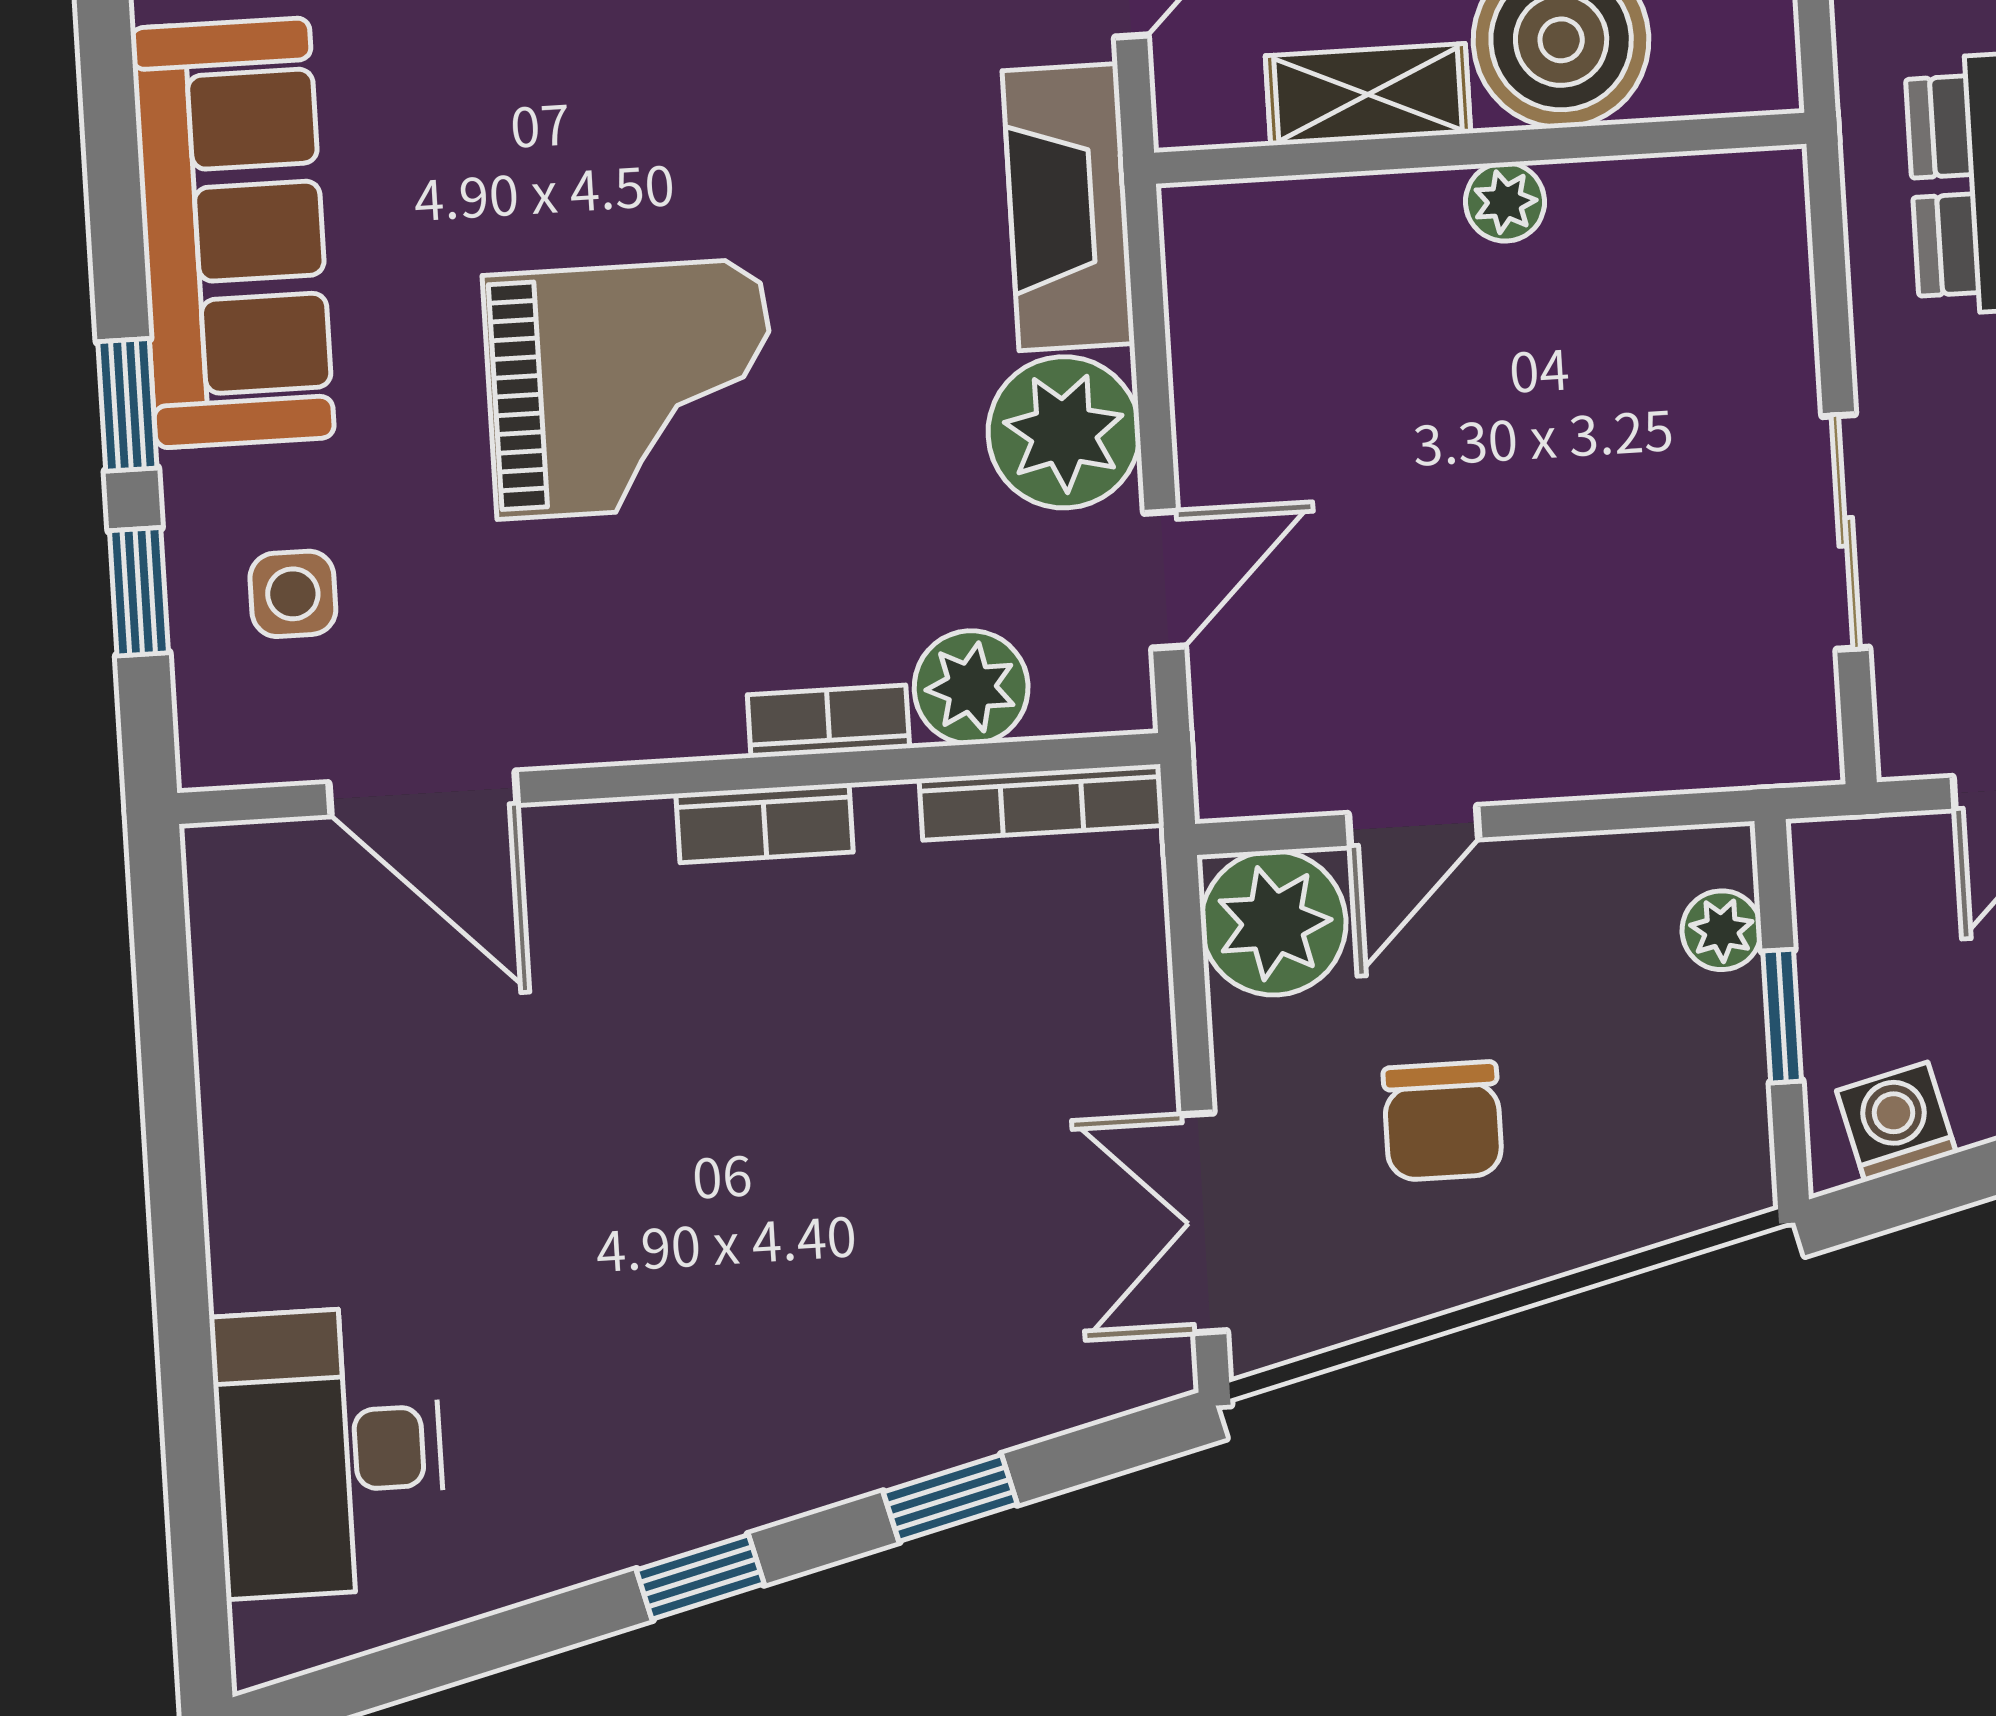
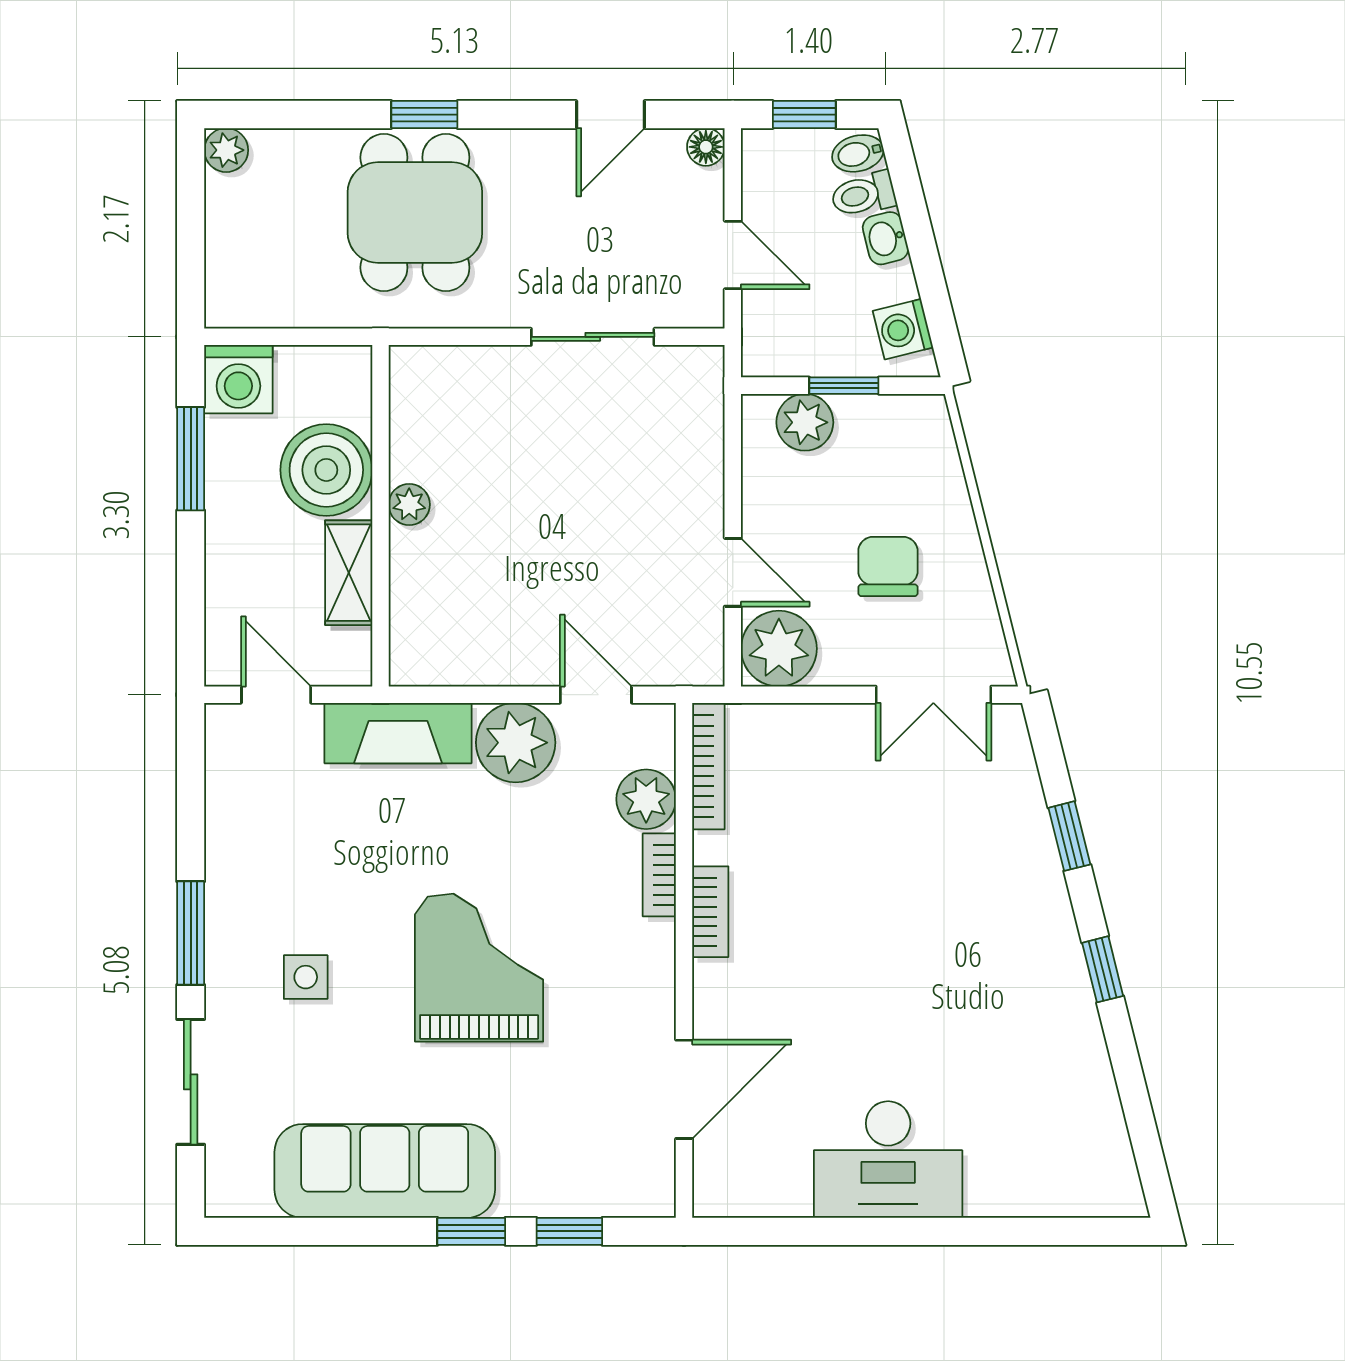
side table: (293, 594) -> (306, 977), moved
plant: (1722, 930) -> (805, 422), width x1.38, depth x1.38
chair: (1443, 1121) -> (888, 566), turned -90
desk: (329, 1452) -> (888, 1160), moved

